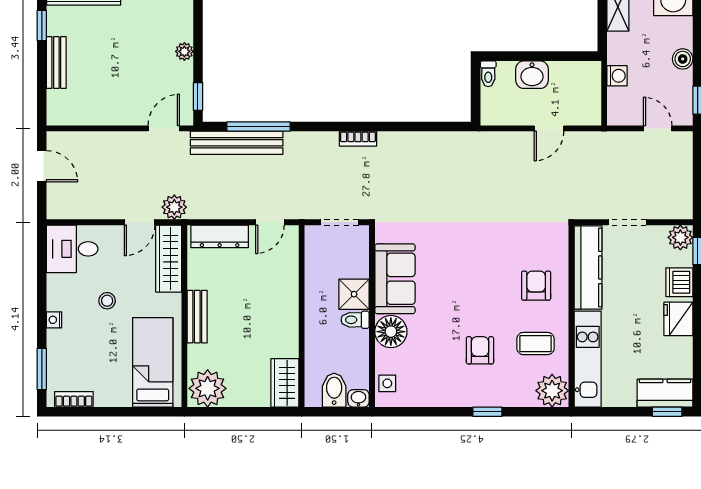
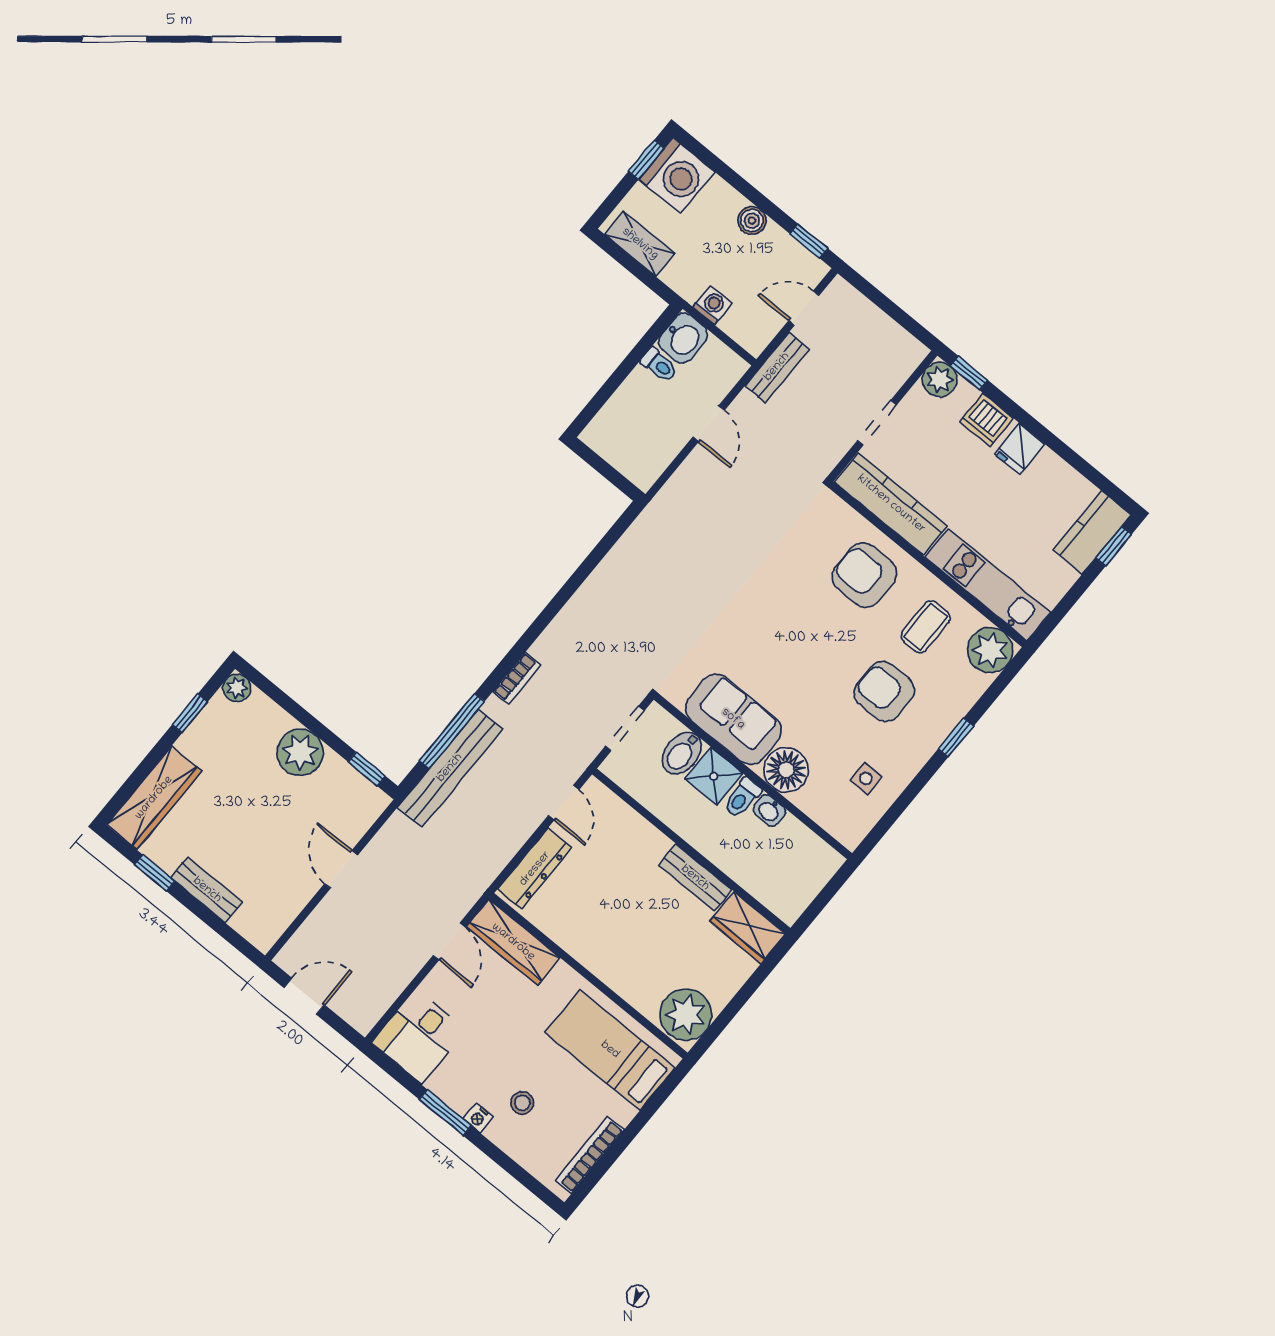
plant: (184, 51) -> (300, 752), width x1.88, depth x1.88
toilet: (488, 74) -> (659, 365), moved
washbasin: (532, 75) -> (683, 338), moved
door: (164, 128) -> (341, 869), moved
bookcase: (358, 139) -> (517, 678), moved
bench: (612, 141) -> (777, 367), added
plant: (174, 207) -> (464, 891), removed
armchair: (536, 286) -> (864, 575), width x1.38, depth x1.38
stool: (107, 301) -> (522, 1103), moved
bench: (197, 317) -> (695, 878), moved
fridge: (678, 319) -> (1020, 449), width x0.72
armchair: (480, 350) -> (884, 692), width x1.38, depth x1.38
window: (42, 369) -> (445, 1113), moved
side table: (387, 383) -> (866, 778), moved
bidet: (334, 390) -> (682, 753), moved, turned -90
washbasin: (358, 398) -> (769, 810), moved, turned -90
bookcase: (74, 399) -> (590, 1155), width x1.56

